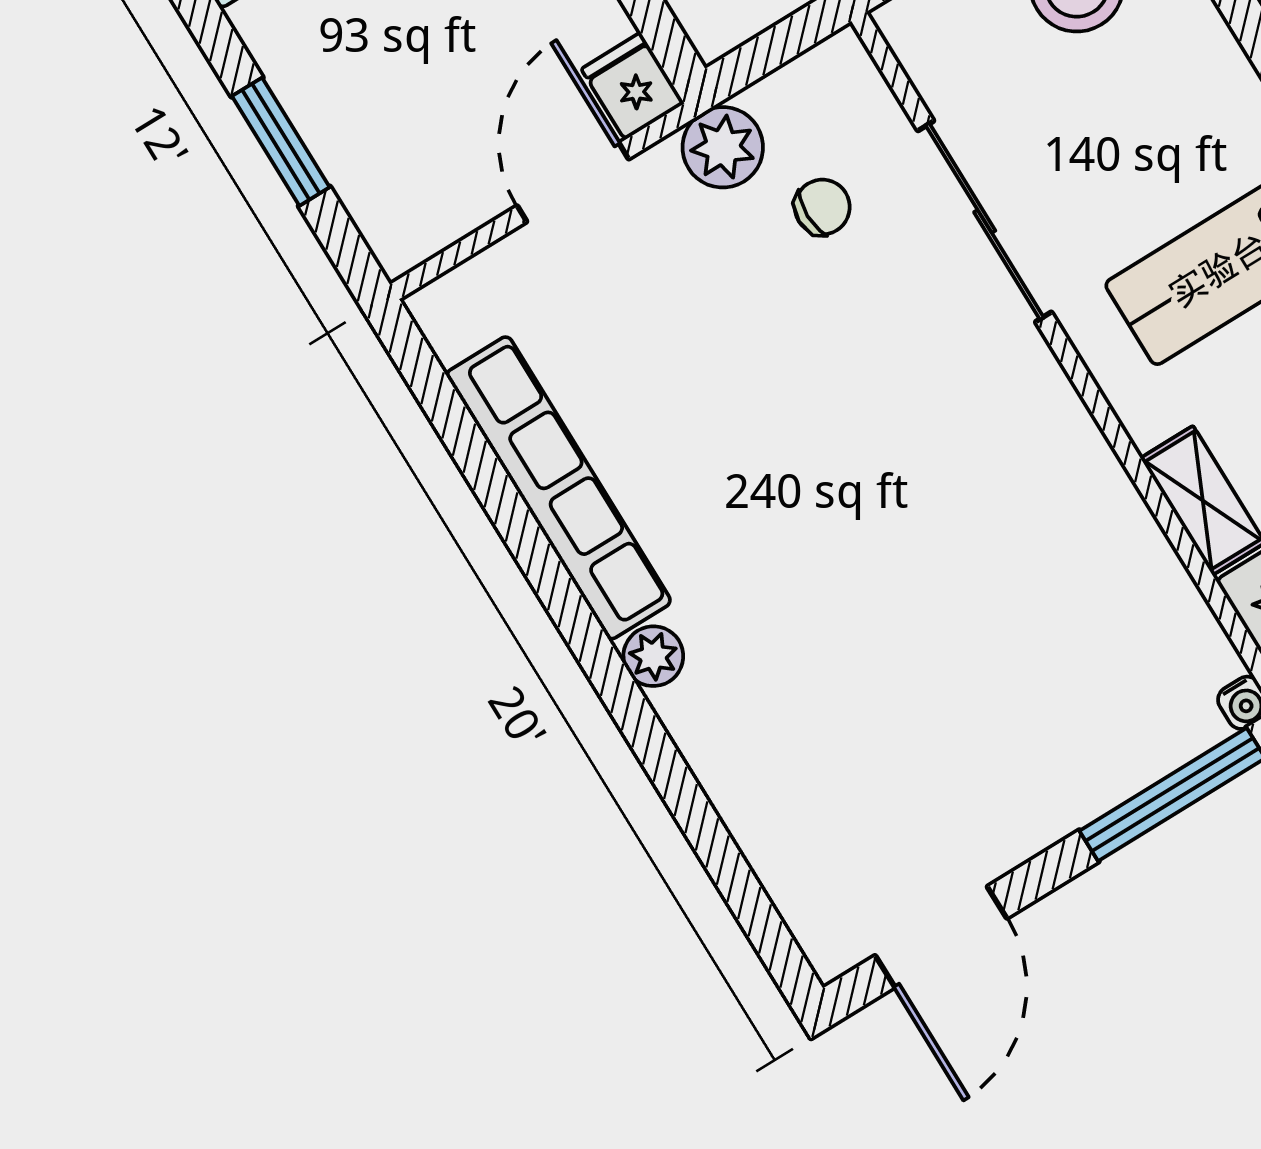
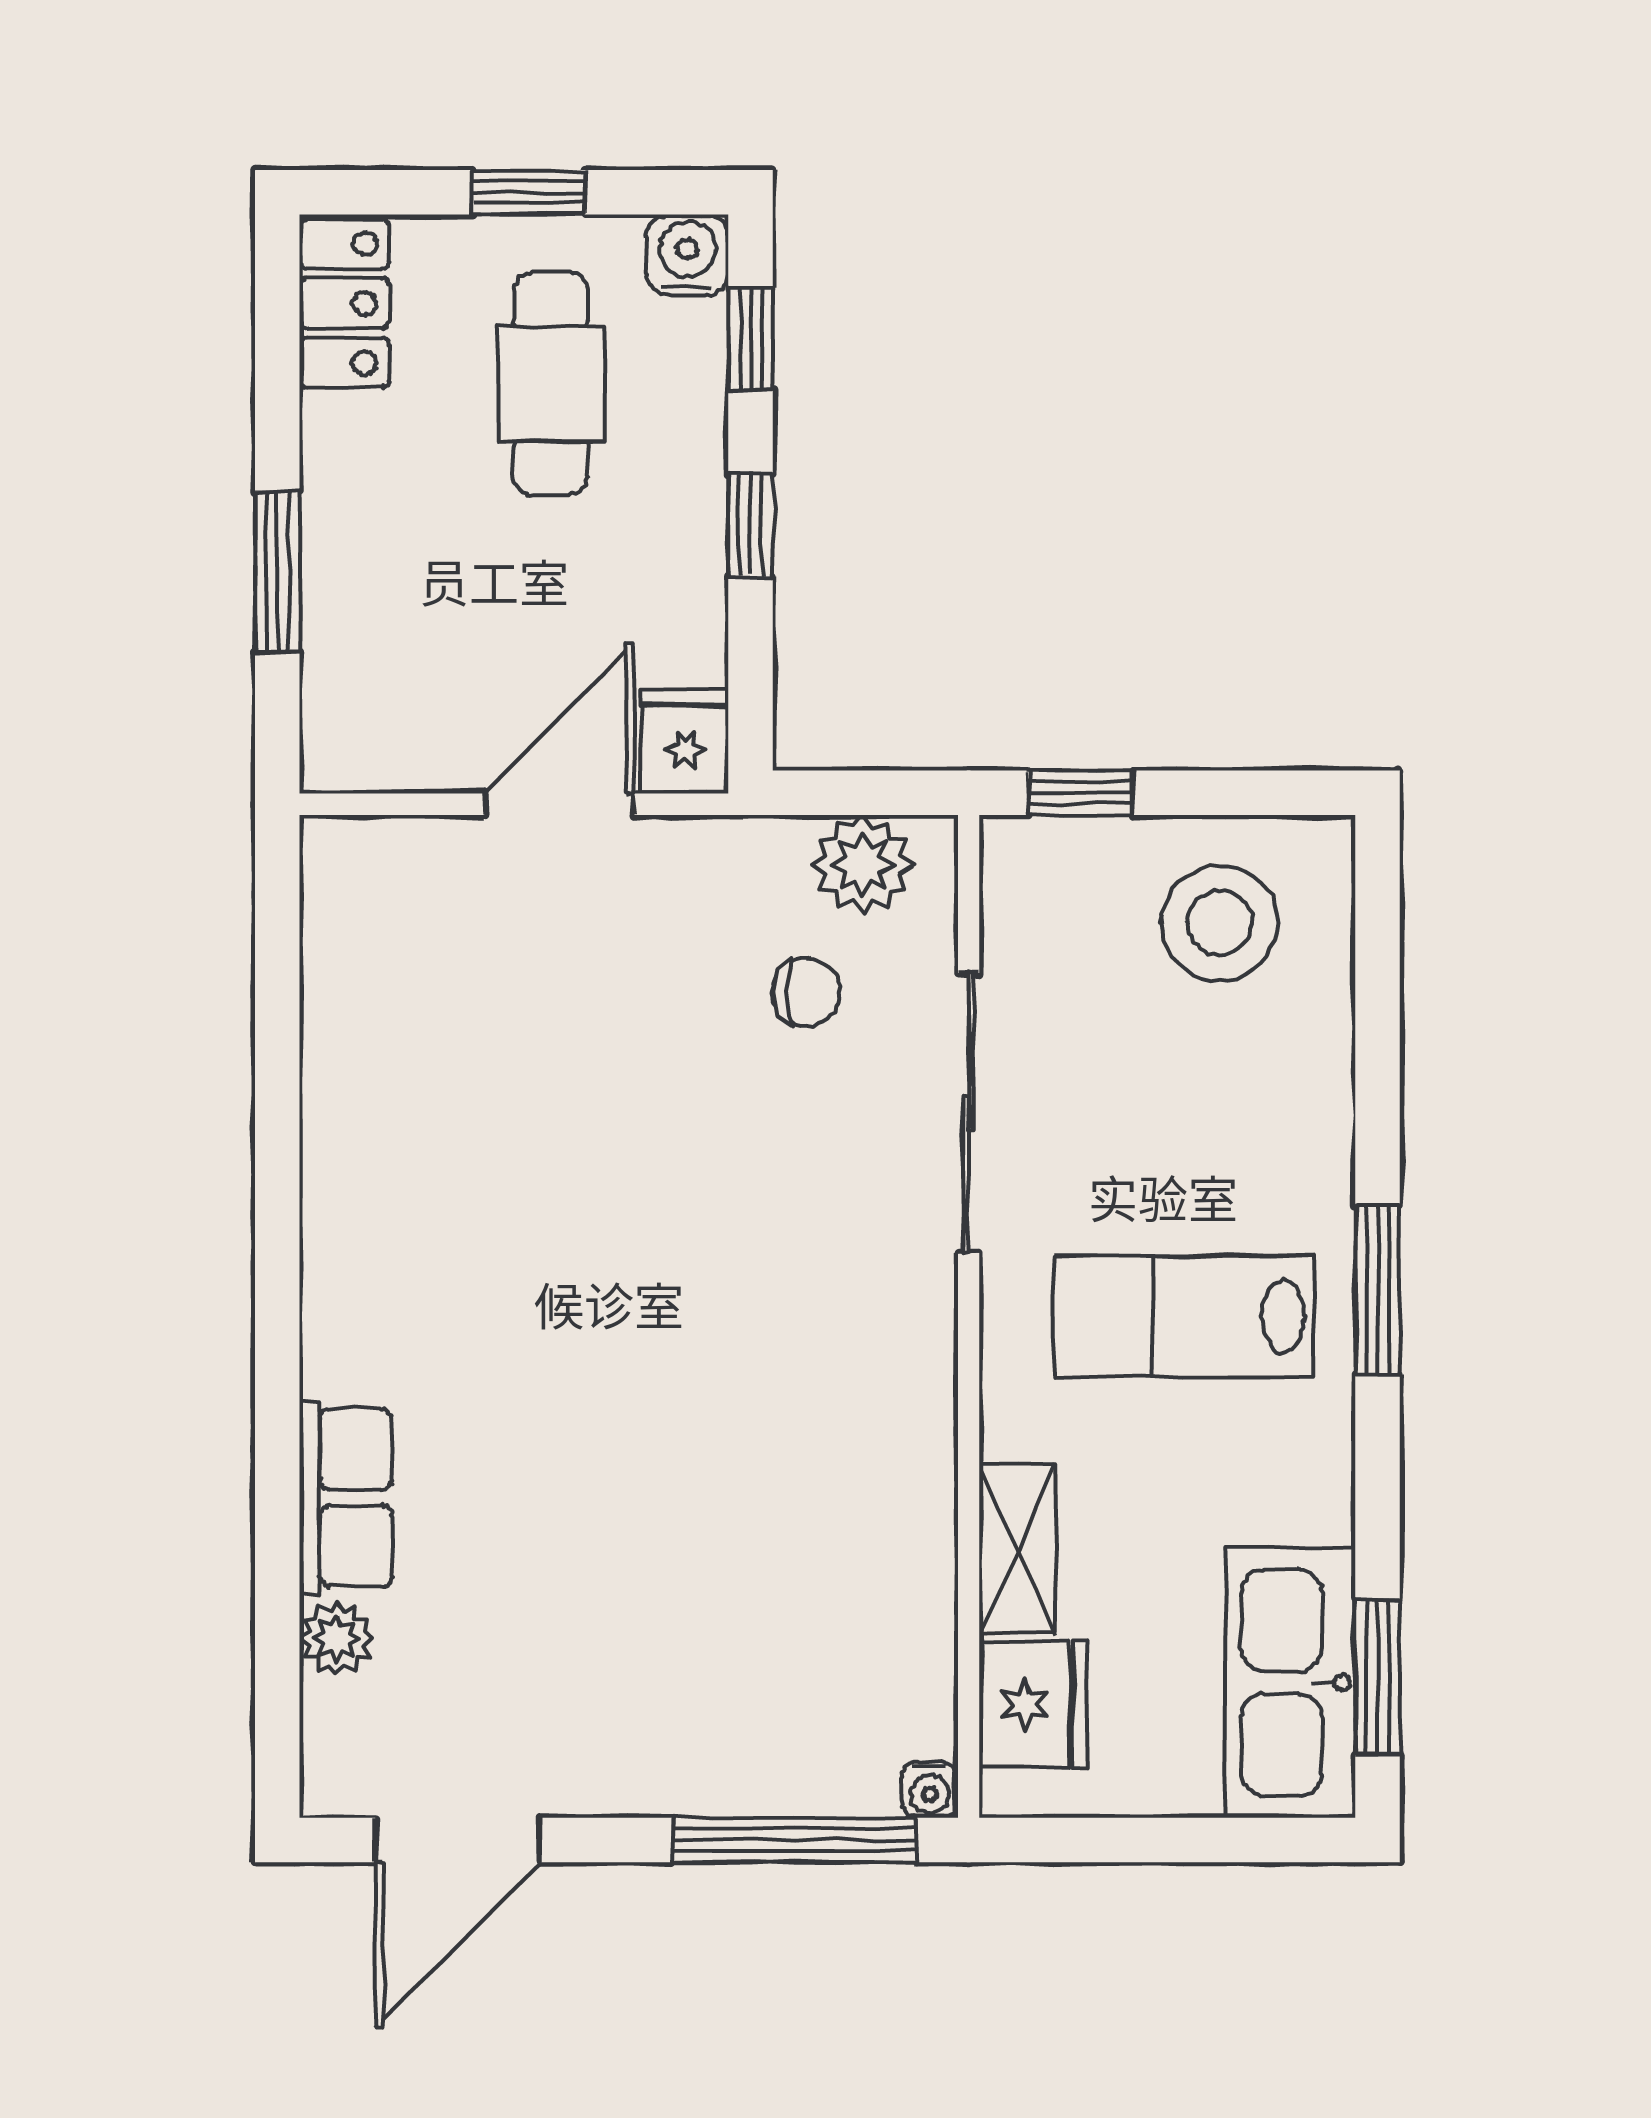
plant: (723, 147) -> (863, 865), moved
row of seats: (558, 488) -> (346, 1498), moved, width x0.50
plant: (653, 656) -> (336, 1638), moved

